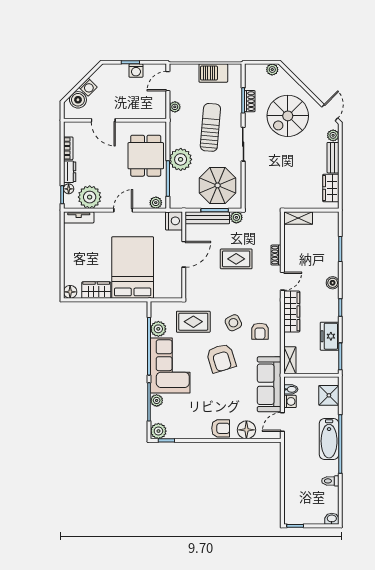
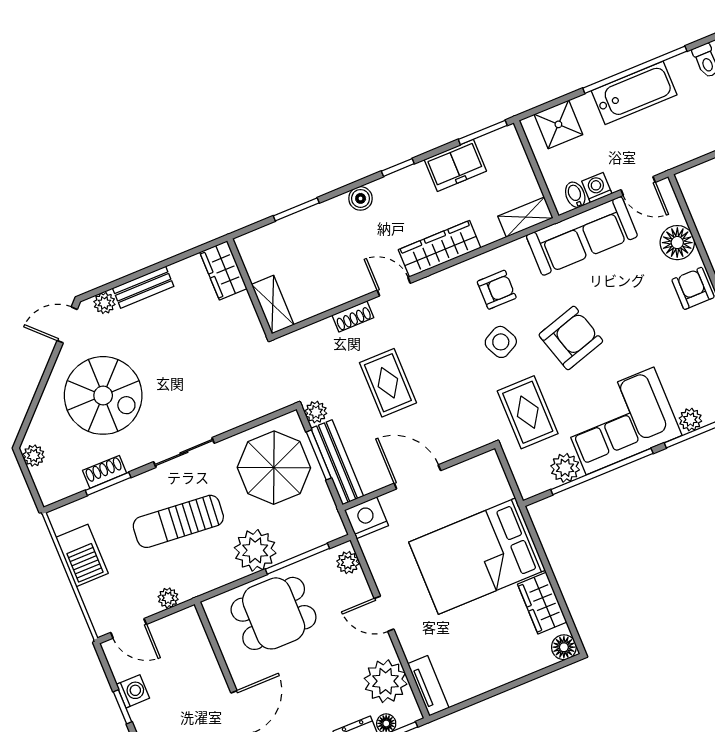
wardrobe: (331, 188) -> (223, 270), moved, turned 90

